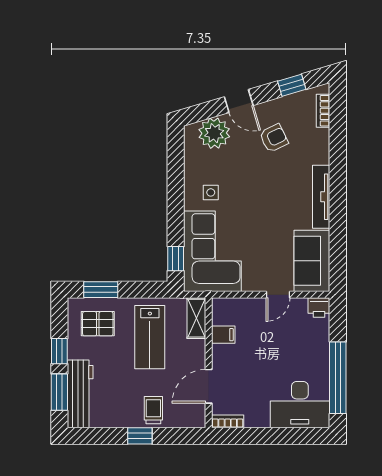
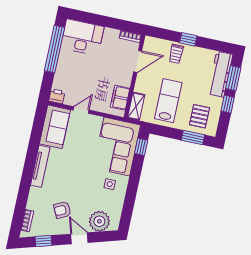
pallet: (98, 324) -> (199, 116), turned 90
filing cabinet: (223, 335) -> (120, 98), width x2.00

